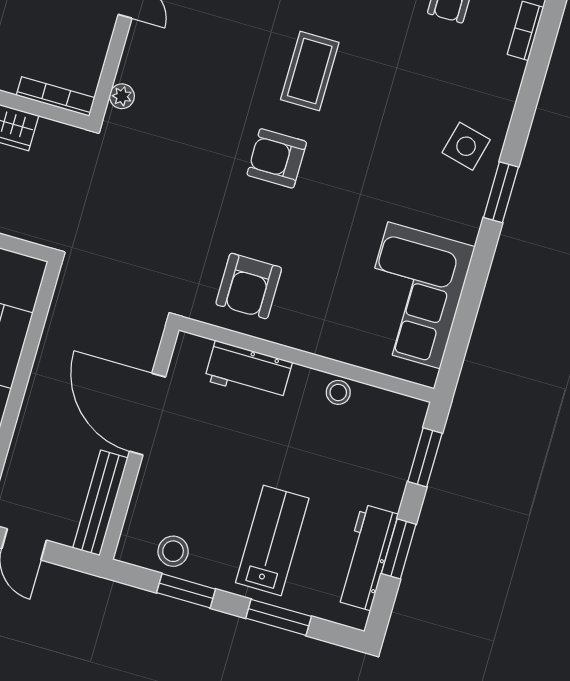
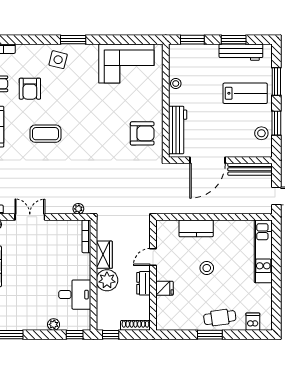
armchair: (277, 158) -> (30, 89), moved
workbench: (248, 371) -> (178, 130), width x1.38
lab bench: (272, 540) -> (245, 93), turned 180

